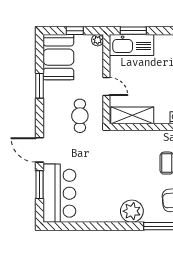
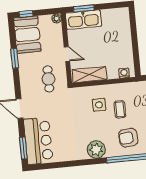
window: (75, 31) -> (26, 14), moved
side table: (141, 155) -> (99, 105), added
window: (39, 185) -> (23, 148), moved

